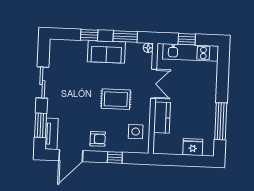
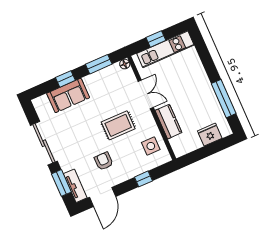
sofa: (106, 52) -> (68, 95), moved
sliding door: (42, 83) -> (44, 143), width x1.37
armchair: (98, 139) -> (104, 161), moved, turned -90

